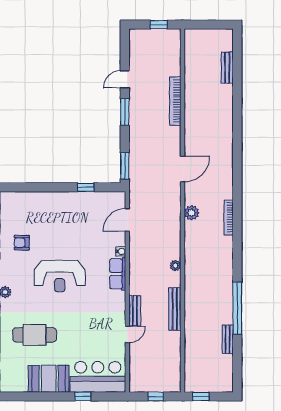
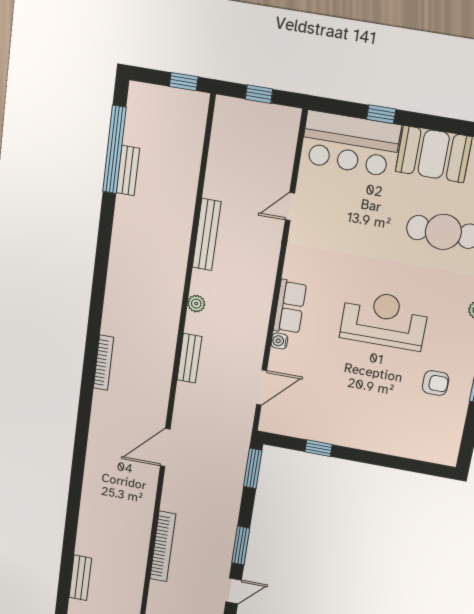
plant: (192, 213) -> (160, 380), removed
window: (237, 308) -> (114, 150), moved
bench: (135, 311) -> (189, 358), moved

